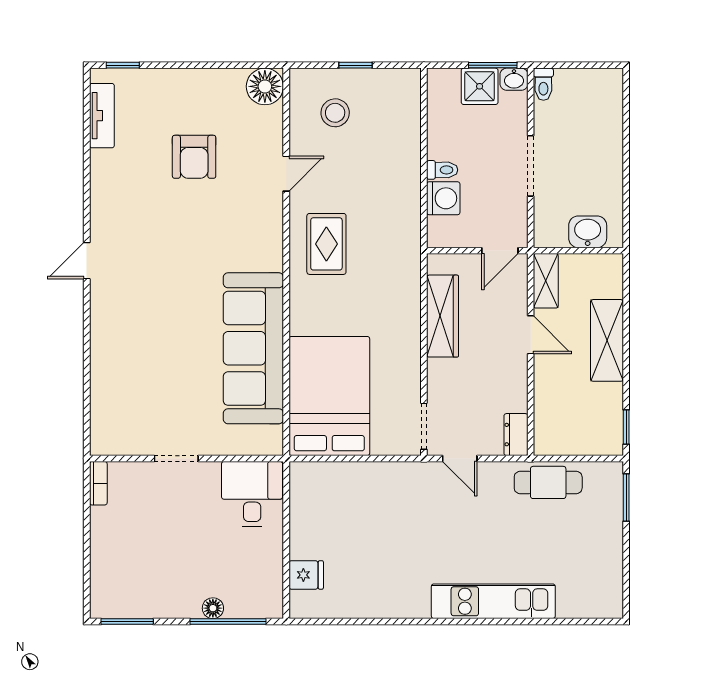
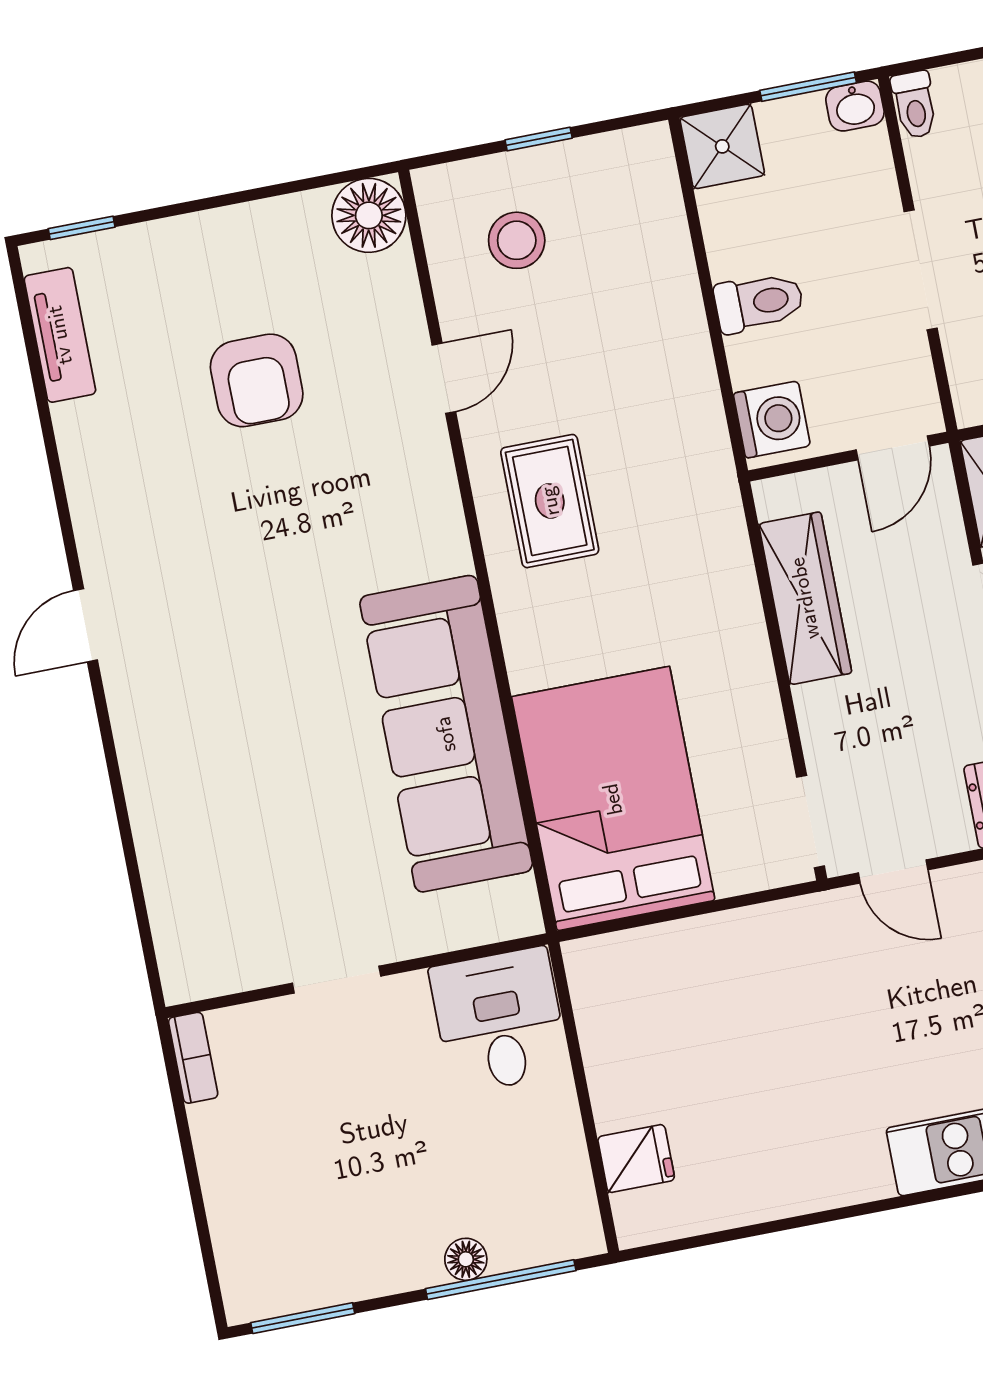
shower: (480, 86) -> (722, 146), moved
toilet: (442, 170) -> (759, 302), width x1.37, depth x1.39
washing machine: (443, 198) -> (772, 420), moved

